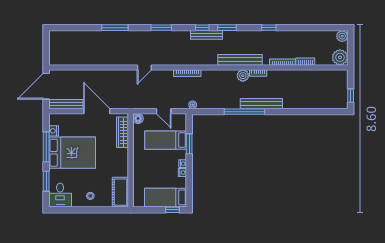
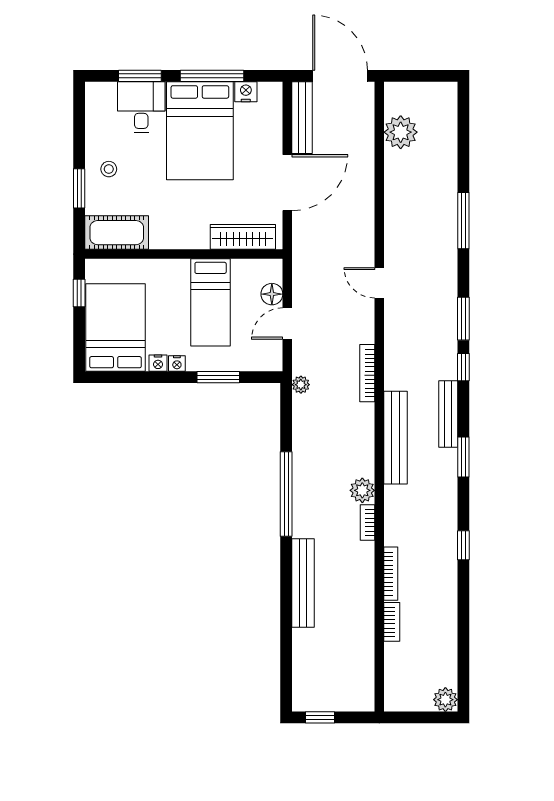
window: (202, 28) -> (463, 367), moved
plant: (340, 57) -> (401, 132), moved
bench: (240, 60) -> (396, 438), moved
bench: (261, 104) -> (303, 583), moved
floor lamp: (138, 118) -> (272, 294), moved
bed: (166, 140) -> (211, 302), moved, turned 180
desk: (60, 195) -> (141, 107), moved, turned 90
bed: (166, 197) -> (116, 327), width x1.50
window: (99, 210) -> (79, 188), added
window: (172, 210) -> (79, 293), moved

